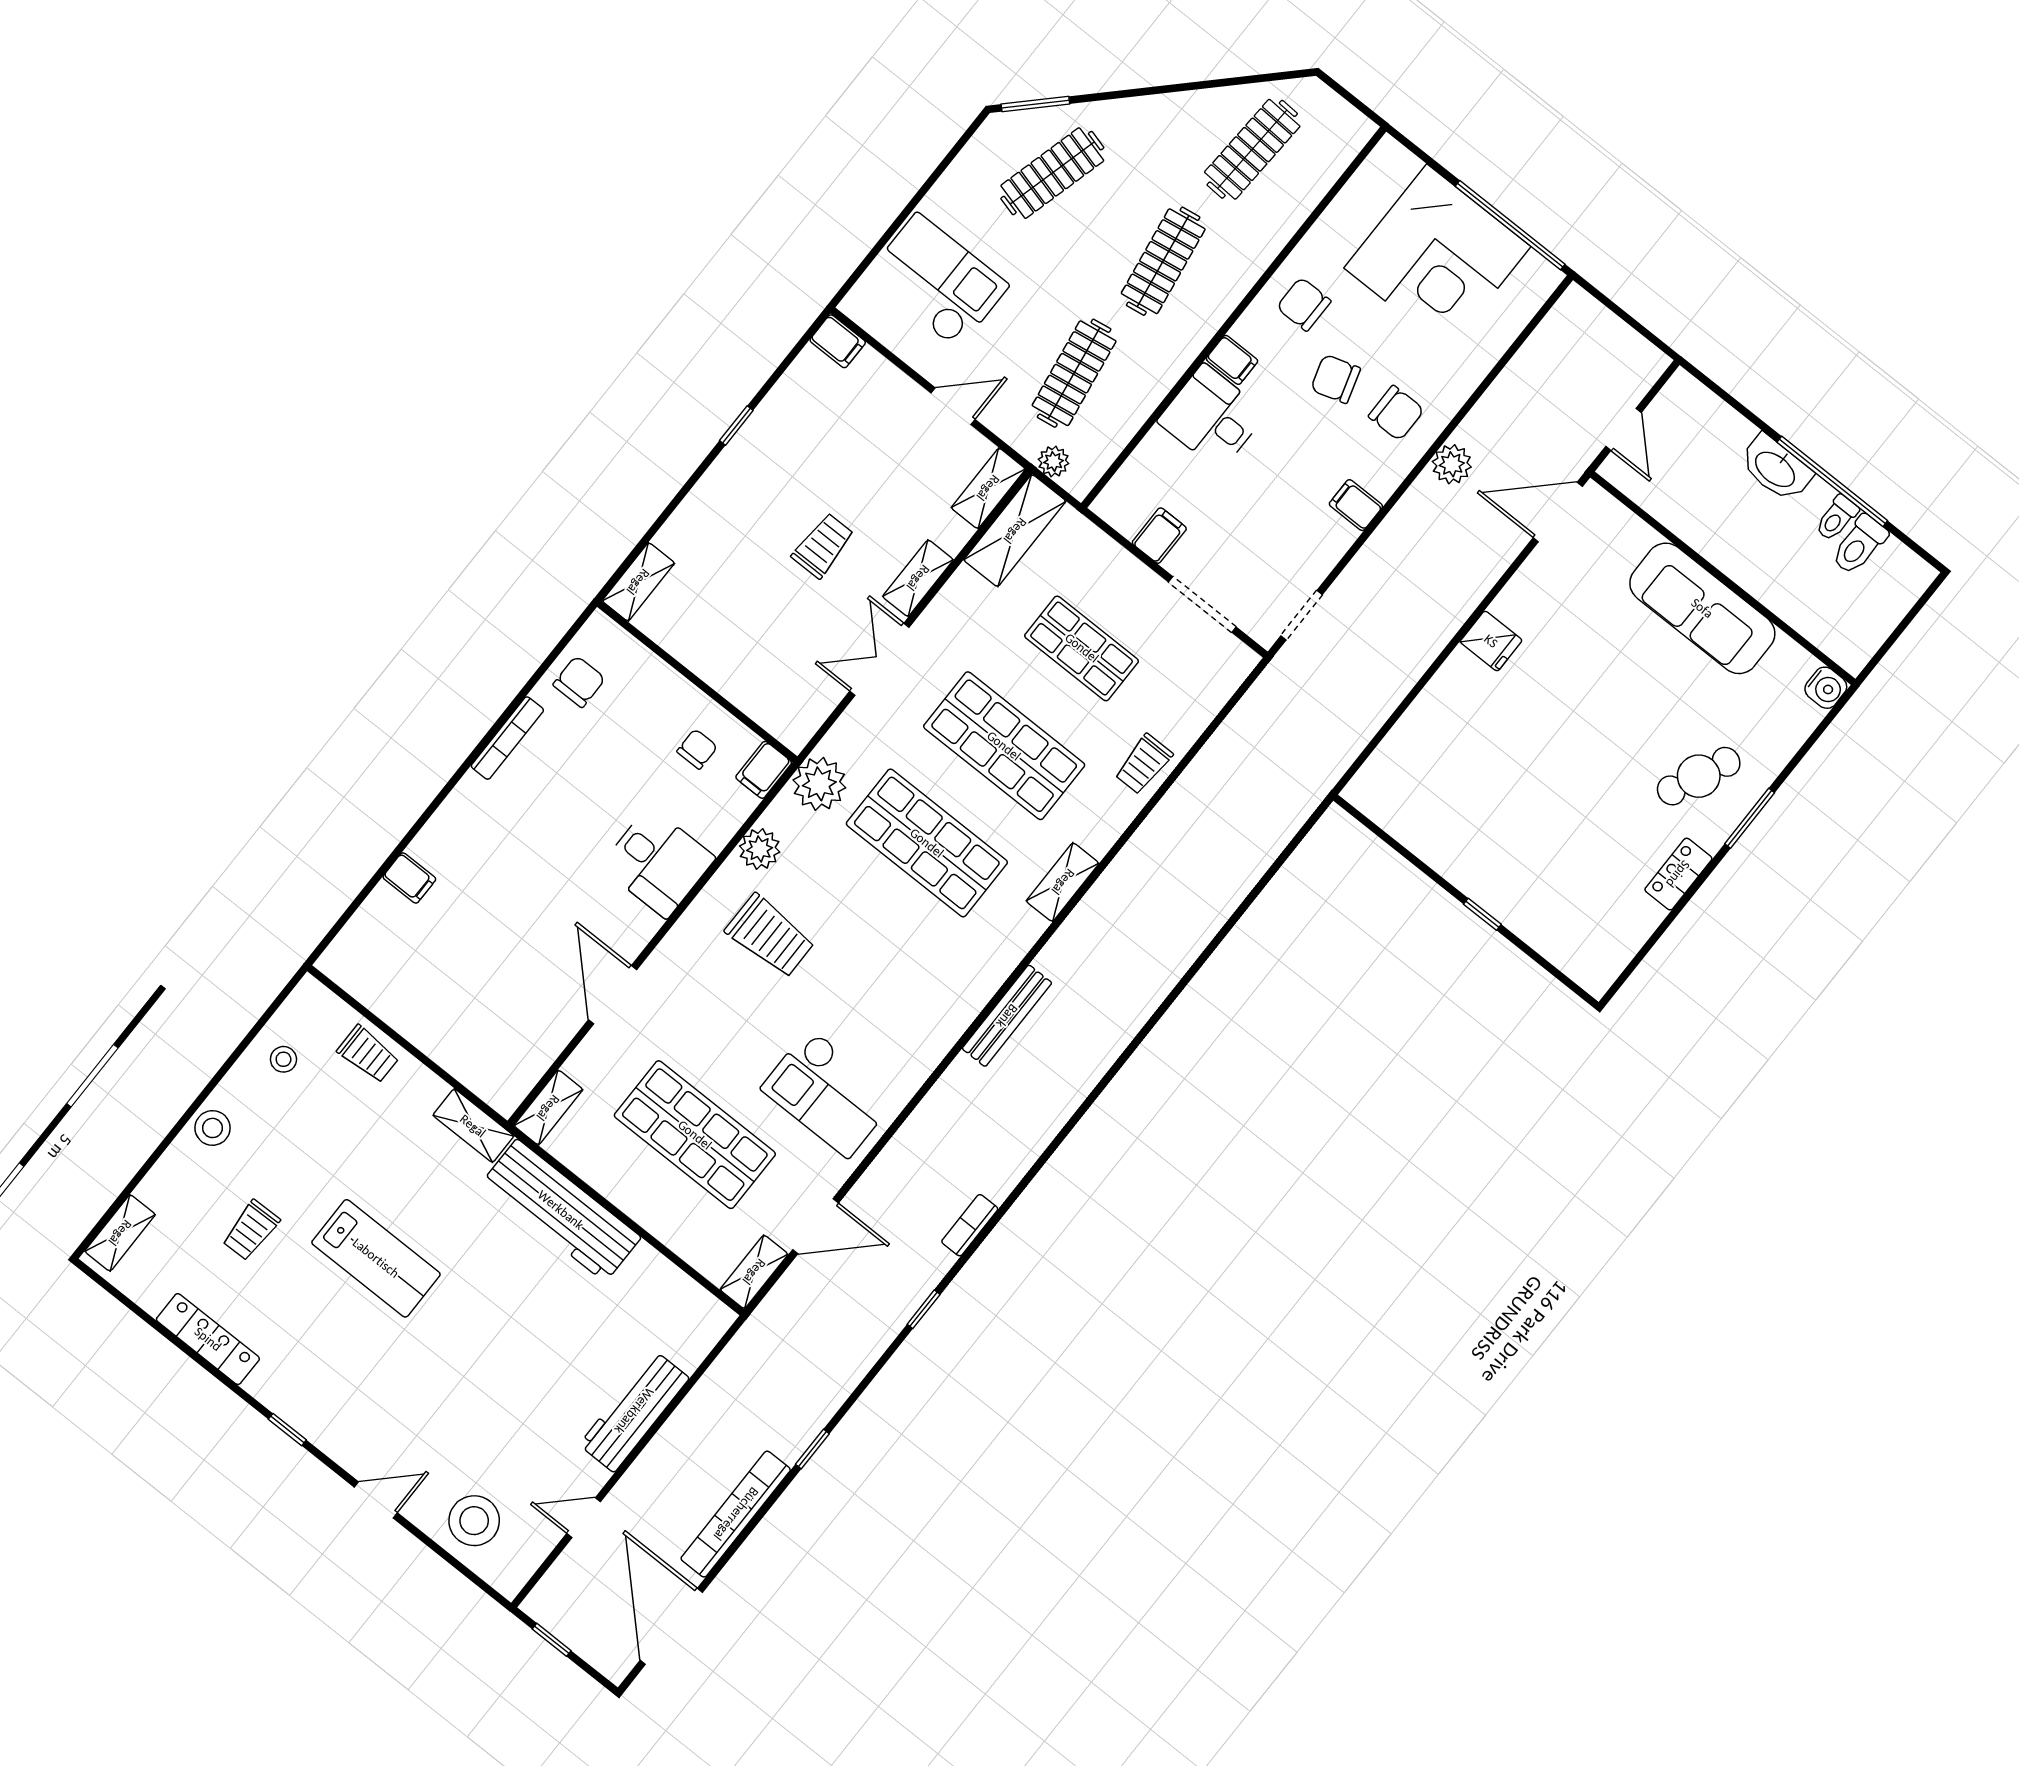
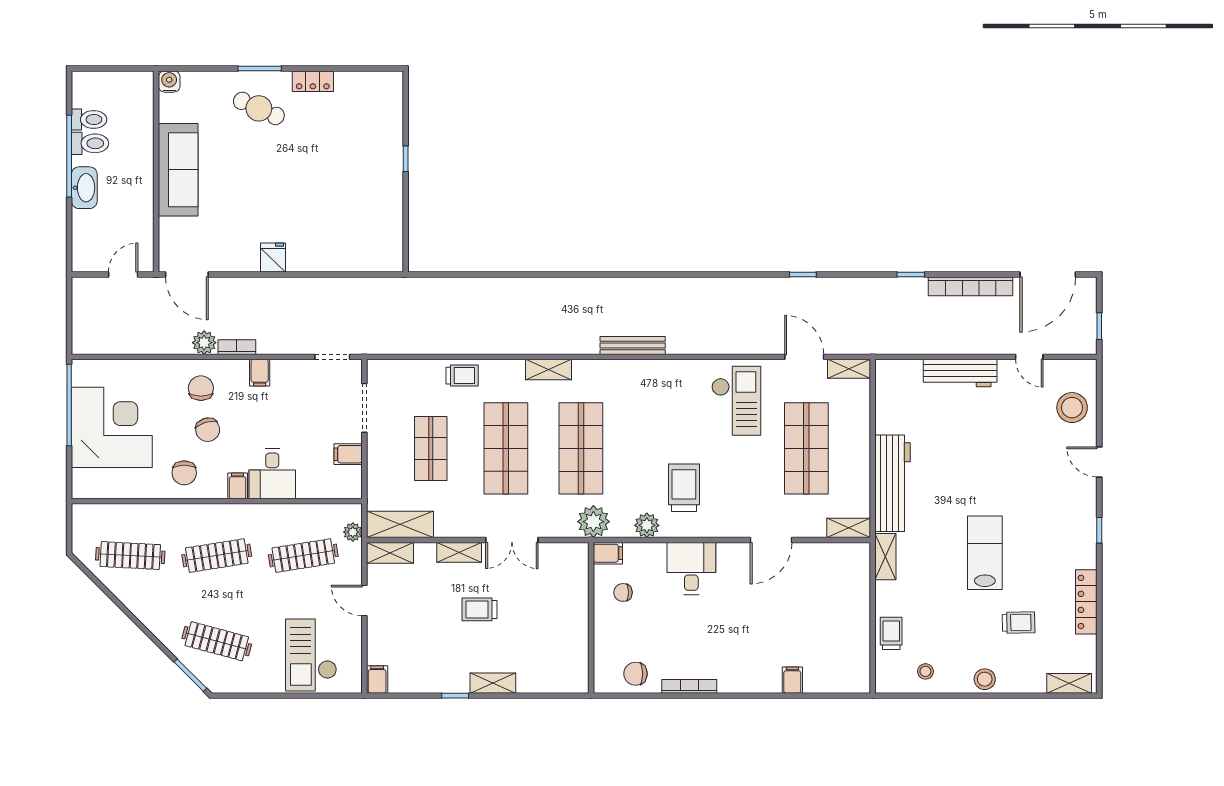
toilet: (1837, 518) -> (90, 143), width x1.37, depth x1.39
shelving: (638, 582) -> (493, 683), moved
bookcase: (970, 1225) -> (237, 347), moved, turned 180

